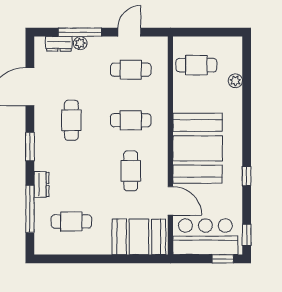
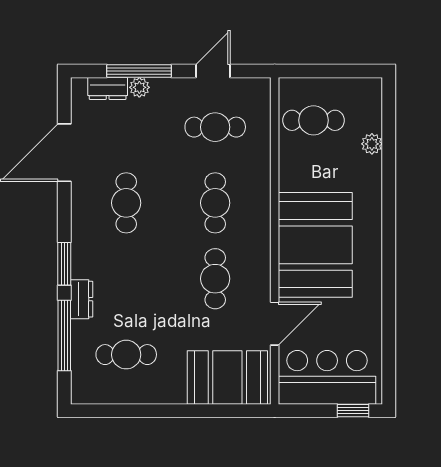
cafe table: (131, 120) -> (215, 203), turned 90
window: (30, 147) -> (64, 264), moved
window: (247, 176) -> (389, 287), removed
door: (170, 201) -> (275, 324), hinge flipped
window: (247, 235) -> (389, 375), removed

